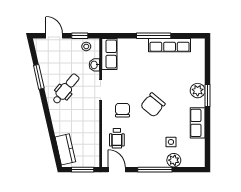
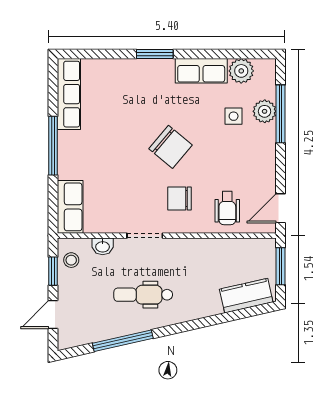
row of seats: (170, 45) -> (69, 94), moved
row of seats: (109, 54) -> (70, 207), moved, turned 90
window: (39, 77) -> (123, 341), width x1.44
dental chair: (66, 89) -> (143, 295), turned -39
plant: (198, 91) -> (241, 71), moved
wheelchair: (117, 138) -> (227, 208), turned 90
window: (155, 170) -> (281, 114), moved

